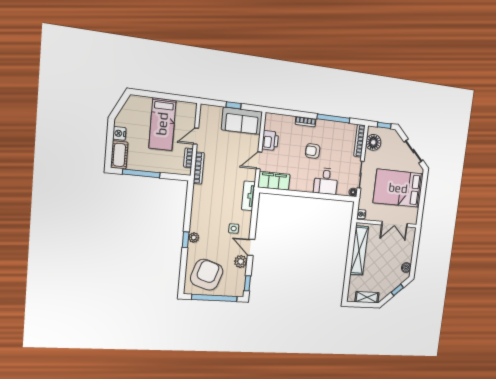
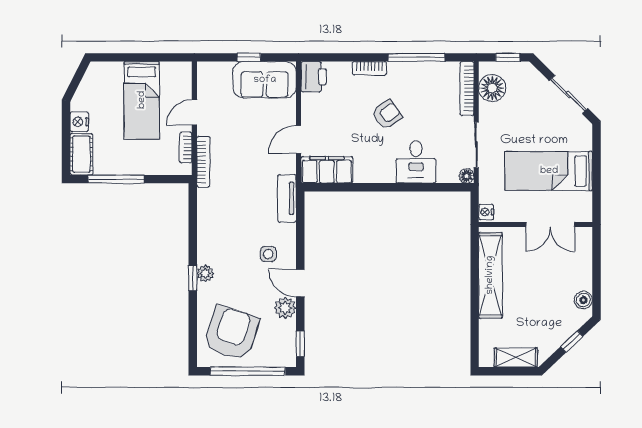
printer: (270, 141) -> (314, 77), moved
armchair: (313, 151) -> (387, 114), turned 143
bed: (398, 188) -> (549, 171), width x0.67

